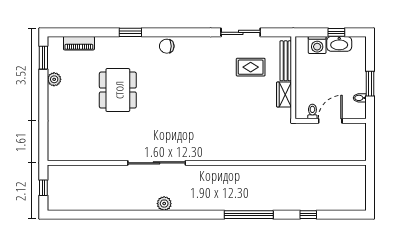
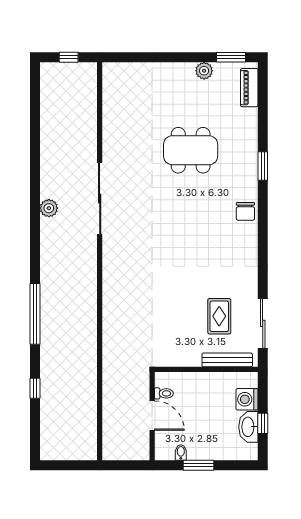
sliding door: (241, 32) -> (263, 323), moved
piano: (79, 43) -> (249, 88), moved
chair: (167, 46) -> (245, 211), turned 180
wardrobe: (284, 95) -> (185, 358), removed

